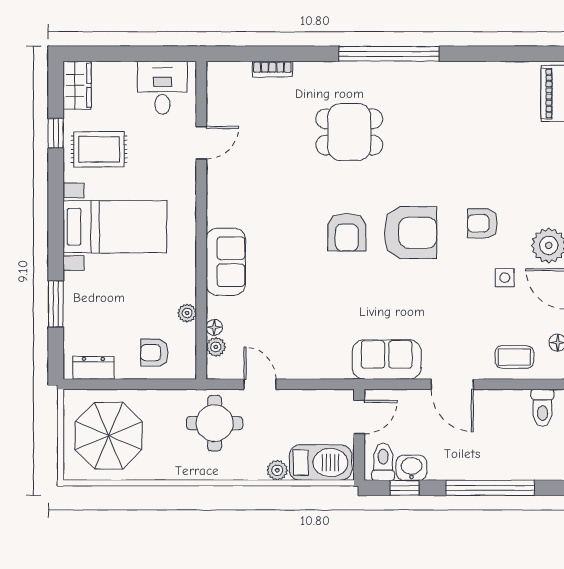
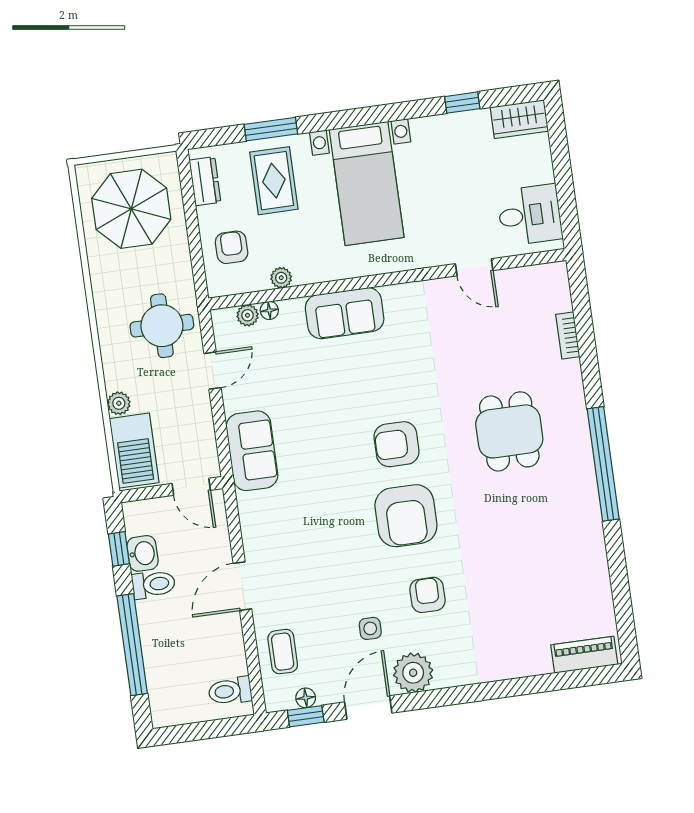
rug: (99, 149) -> (274, 181), moved
sofa: (387, 360) -> (252, 451), moved
toilet: (383, 462) -> (154, 584), moved

